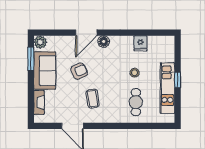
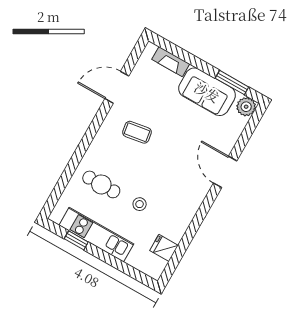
floor lamp: (104, 41) -> (201, 187), removed
fridge: (140, 43) -> (164, 248), moved
armchair: (79, 71) -> (182, 135), removed
window: (178, 80) -> (76, 240), moved

